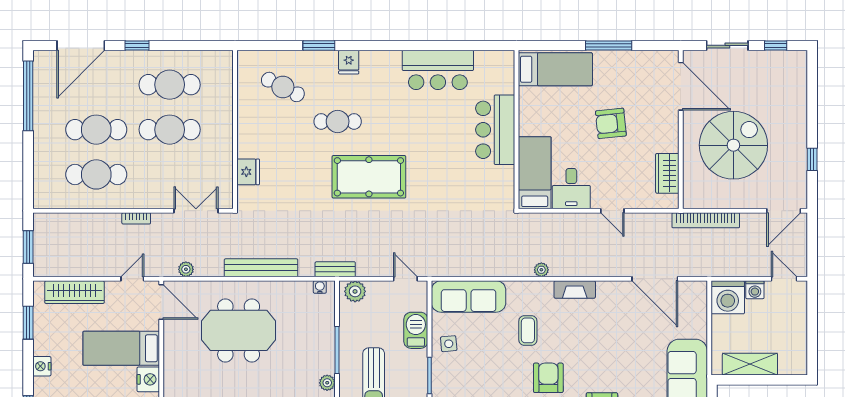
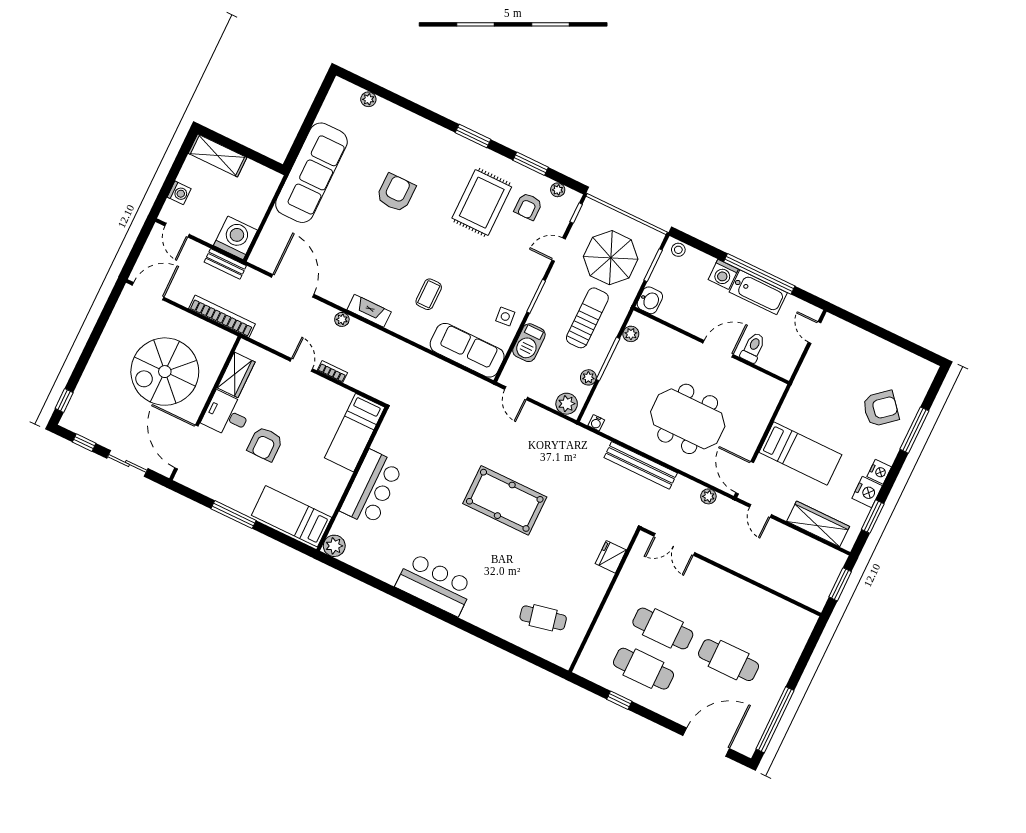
window: (137, 45) -> (619, 700), moved
window: (319, 45) -> (493, 639), removed
plant: (504, 61) -> (334, 546), added
fridge: (349, 62) -> (473, 612), removed
bar counter: (438, 70) -> (435, 584), moved
cafe table: (283, 87) -> (543, 618), turned -39
cafe table: (338, 121) -> (509, 563), removed
armchair: (611, 123) -> (265, 444), turned 96
window: (812, 159) -> (64, 400), moved
cafe table: (96, 174) -> (748, 620), removed
desk: (571, 189) -> (226, 415), moved, turned -90
bookcase: (136, 218) -> (332, 372), moved
bench: (335, 269) -> (225, 264), moved
plant: (541, 270) -> (342, 319), moved
door: (132, 279) -> (760, 511), hinge flipped
washing machine: (755, 290) -> (179, 193), moved, turned 90
plant: (347, 325) -> (588, 377), added
shelving: (750, 364) -> (218, 155), moved
armchair: (548, 378) -> (431, 243), removed
nightstand: (148, 379) -> (867, 492), moved, turned 180

